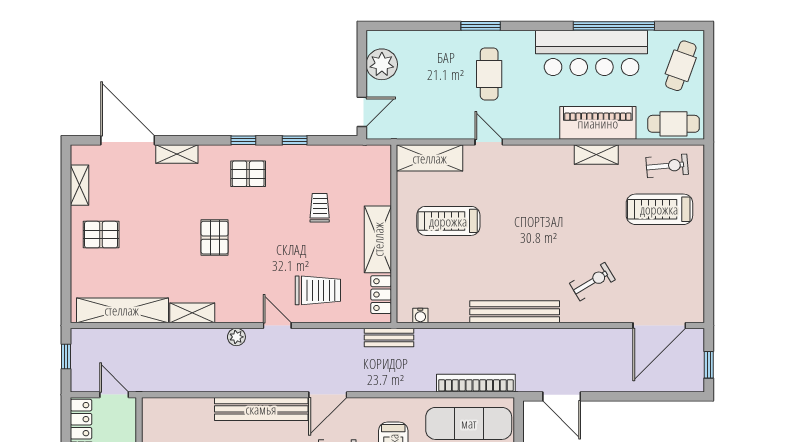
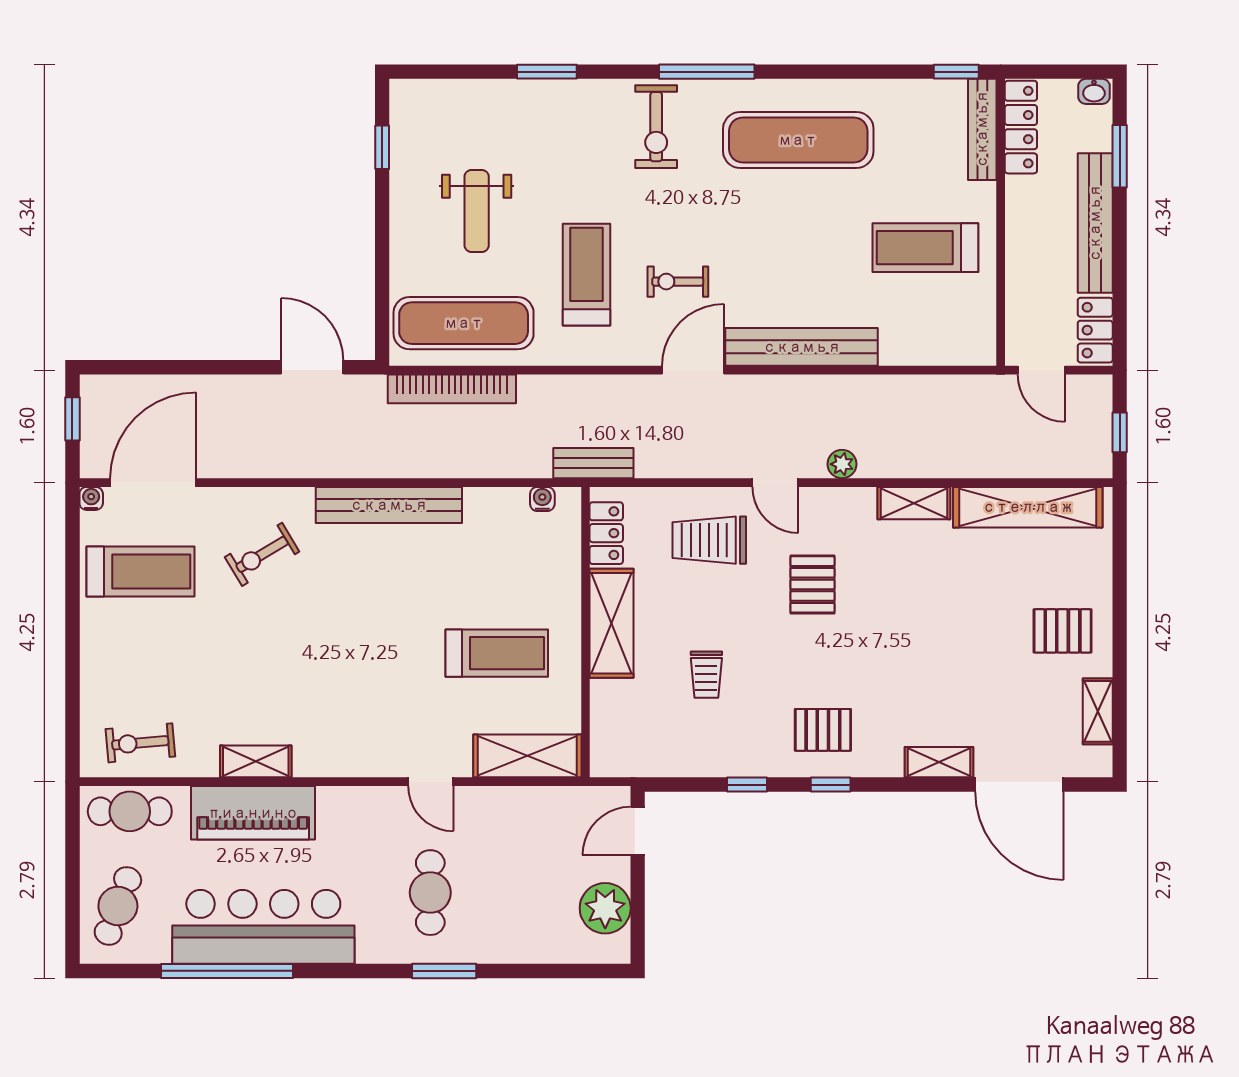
treadmill: (659, 209) -> (141, 572), moved
pallet: (215, 238) -> (812, 584), moved
water cooler: (697, 316) -> (91, 498), added

